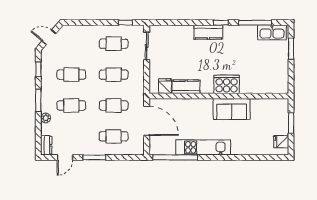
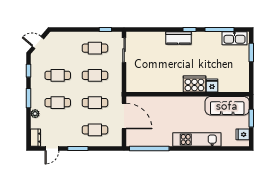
fridge: (165, 86) -> (212, 86), moved
kitchen counter: (186, 87) -> (159, 86), removed
sofa: (232, 109) -> (227, 106), moved, width x1.36
kitchen unit: (203, 147) -> (197, 139), moved

